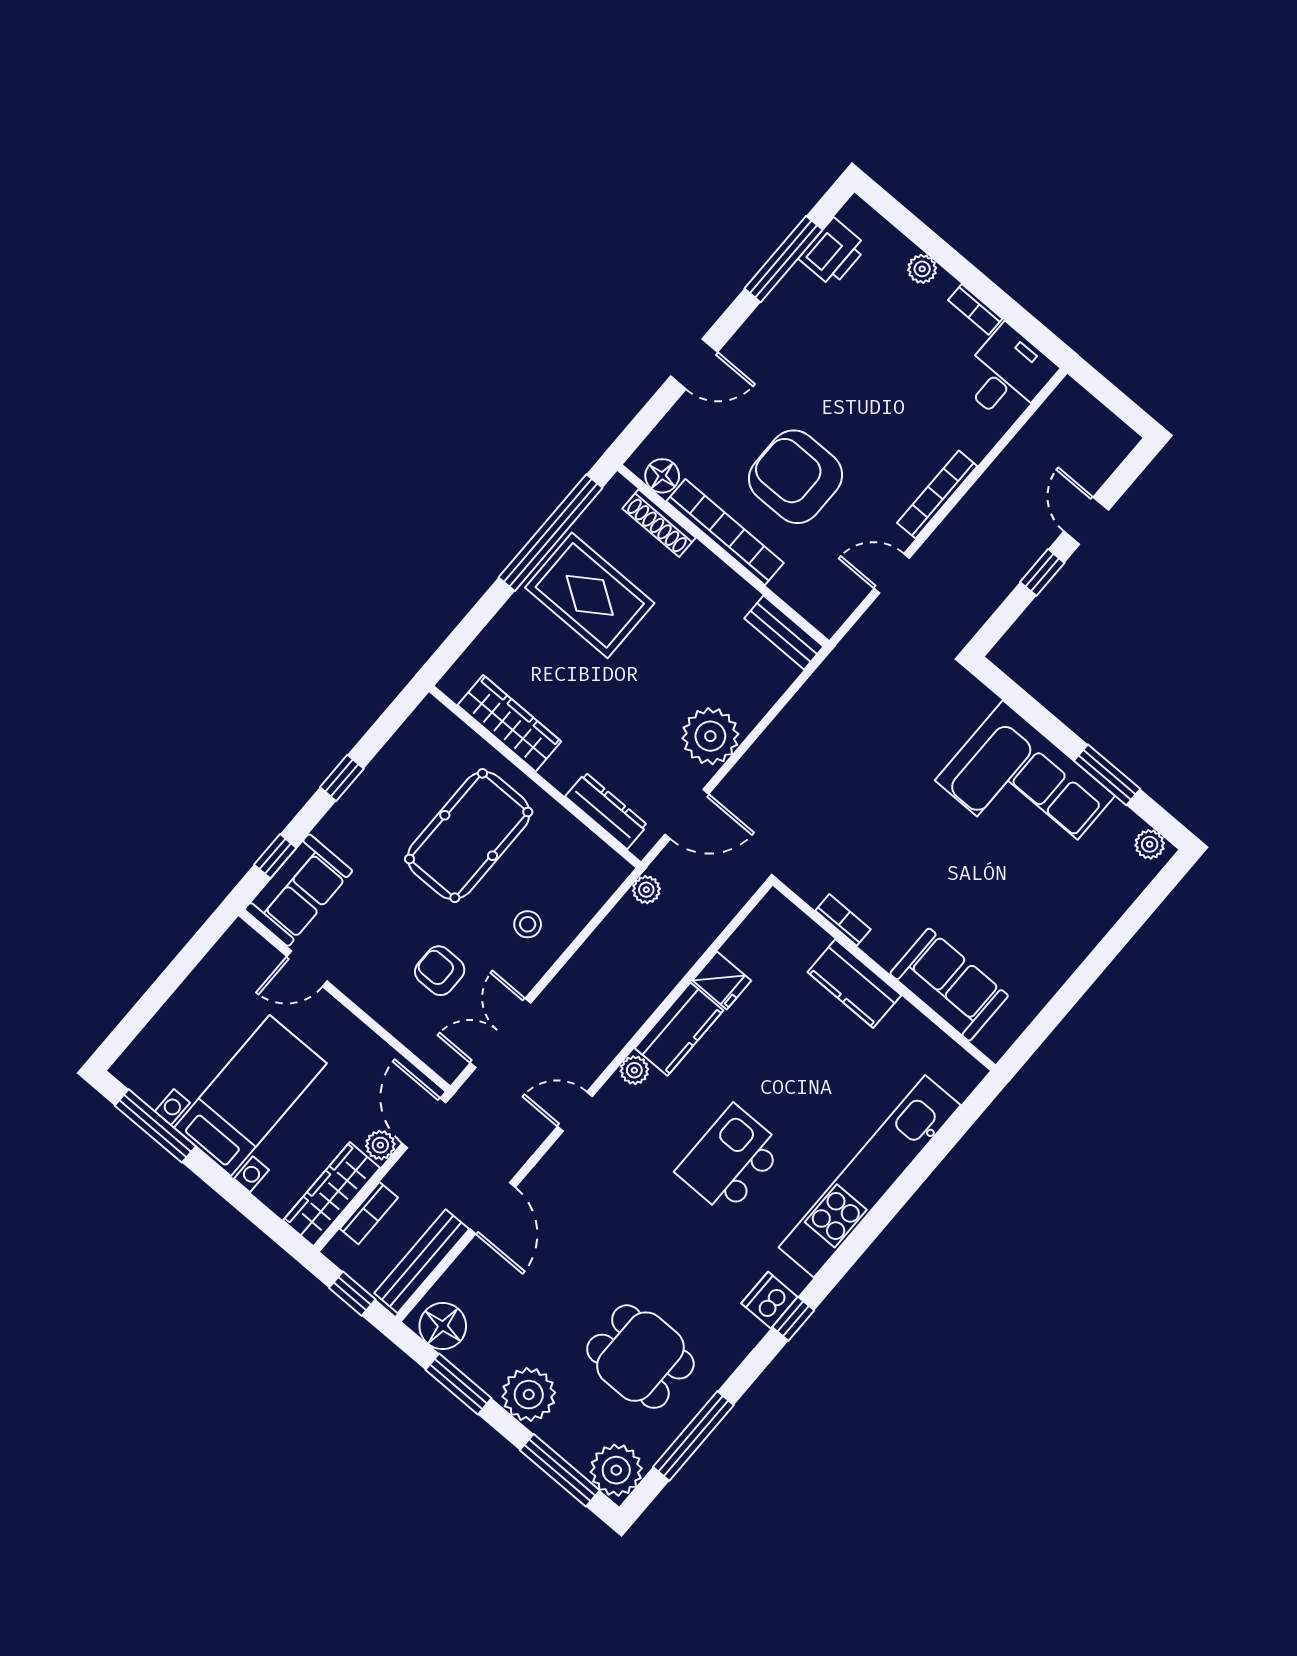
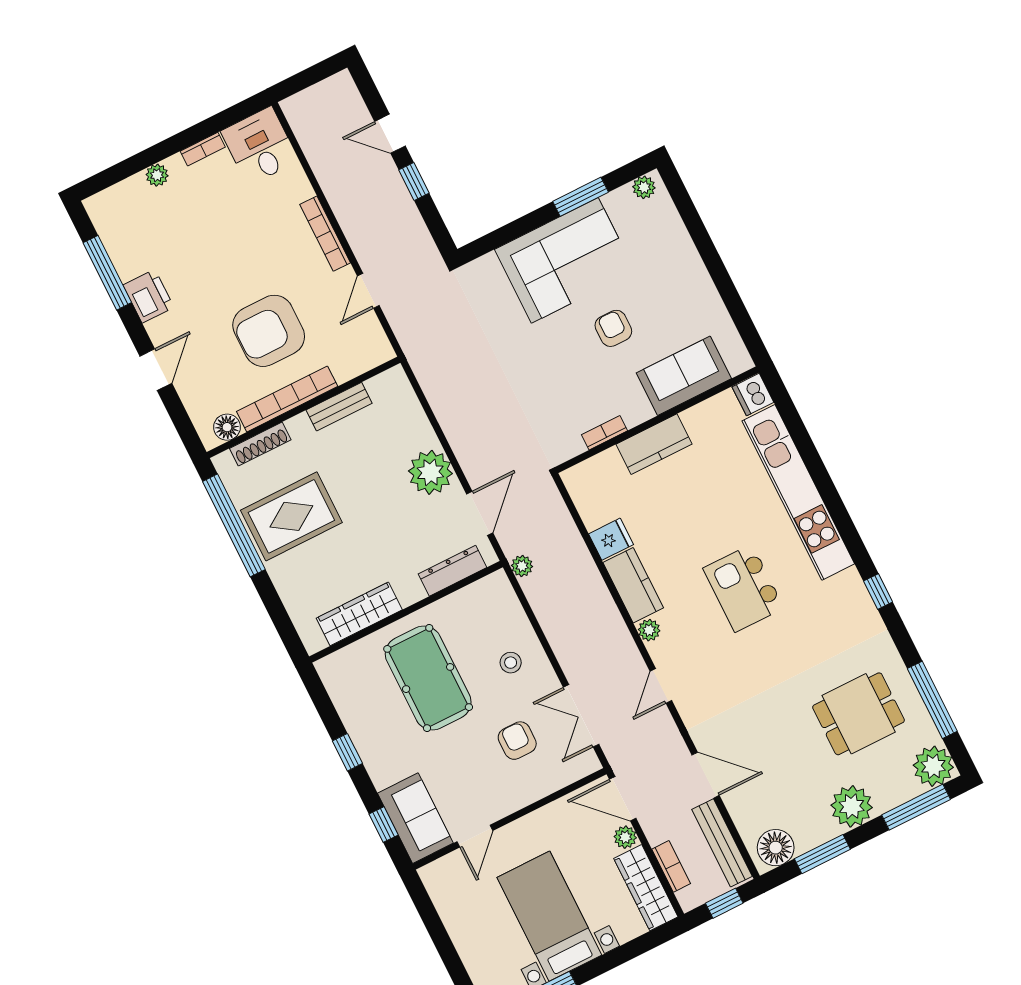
printer: (833, 252) -> (148, 296), moved
bench: (784, 633) -> (339, 407), moved
armchair: (969, 879) -> (613, 328), added
armchair: (440, 971) -> (517, 741), turned 90
dishwasher: (769, 1300) -> (753, 395), moved

